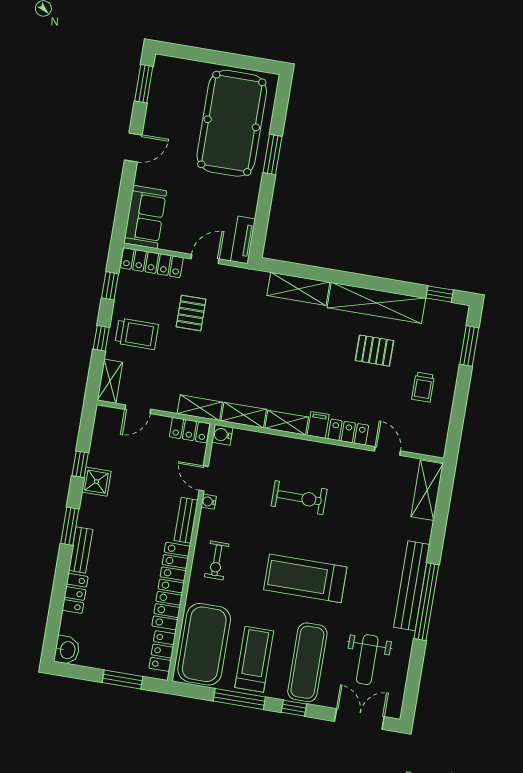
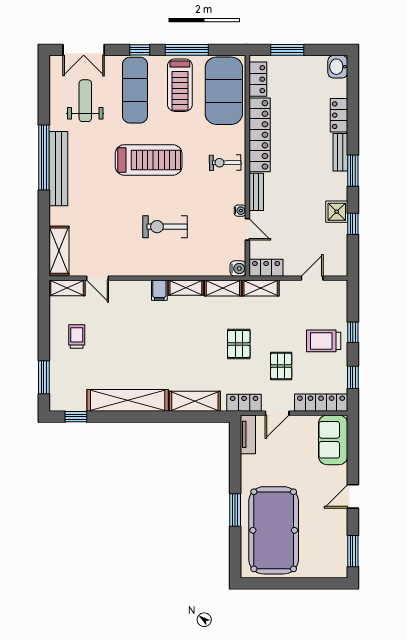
pallet: (374, 351) -> (239, 344), moved, turned 90
shelving: (110, 381) -> (67, 288), moved, turned 90
locker: (348, 432) -> (244, 403), moved, turned 180
exercise bike: (217, 560) -> (225, 163), turned -91

